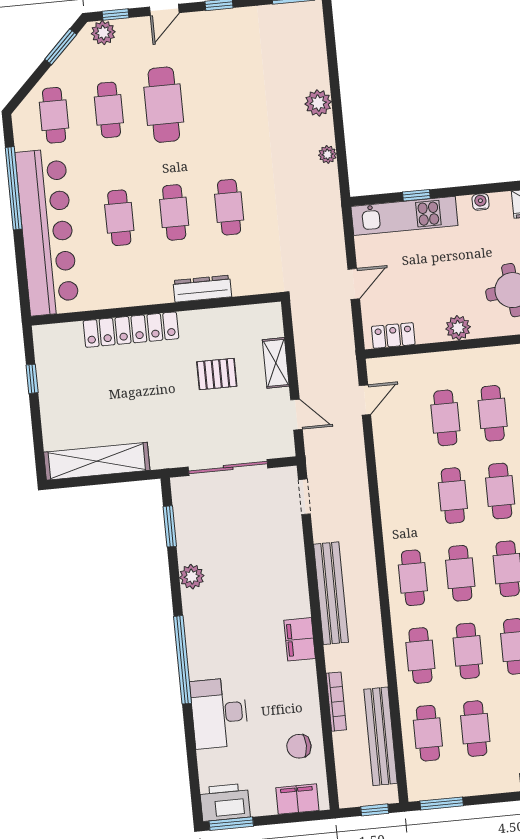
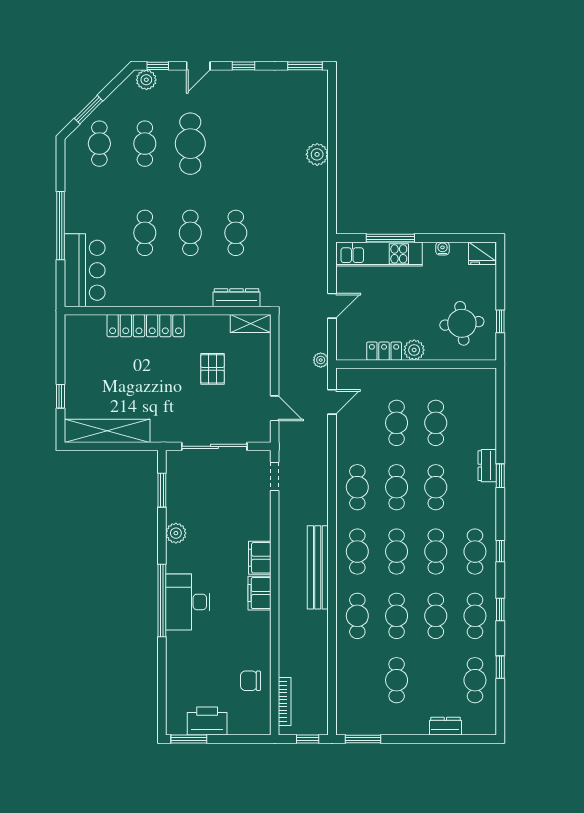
window: (61, 47) -> (89, 110), moved
plant: (327, 154) -> (321, 360), moved
window: (14, 188) -> (60, 226), moved
window: (416, 195) -> (390, 238), width x2.17
bar counter: (47, 232) -> (85, 270), width x0.54
dresser: (202, 289) -> (237, 298), moved
locker: (393, 335) -> (384, 351), moved
shelving: (276, 363) -> (251, 324), moved, turned 90
pallet: (217, 374) -> (212, 369), turned 90
window: (32, 379) -> (60, 396), moved
bench: (331, 593) -> (318, 567), moved
bookcase: (336, 702) -> (285, 701), moved
desk: (219, 713) -> (188, 602), moved
cafe table: (428, 733) -> (357, 487), moved
bench: (381, 736) -> (318, 679), removed
filing cabinet: (297, 799) -> (260, 558), moved, turned -90
printer: (225, 802) -> (207, 721), moved

